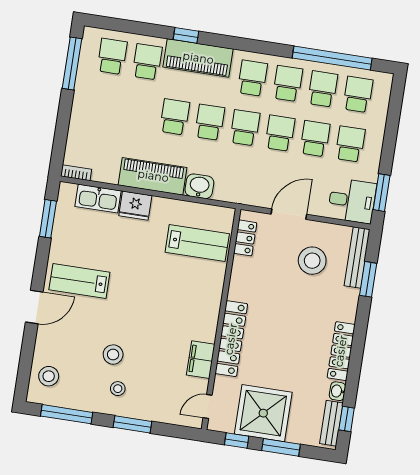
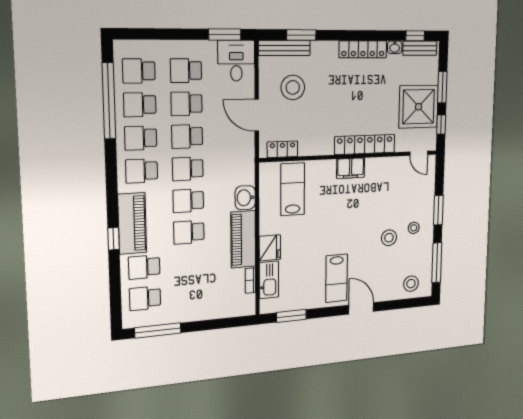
bookcase: (76, 173) -> (250, 280), moved
filing cabinet: (201, 360) -> (351, 168), moved

